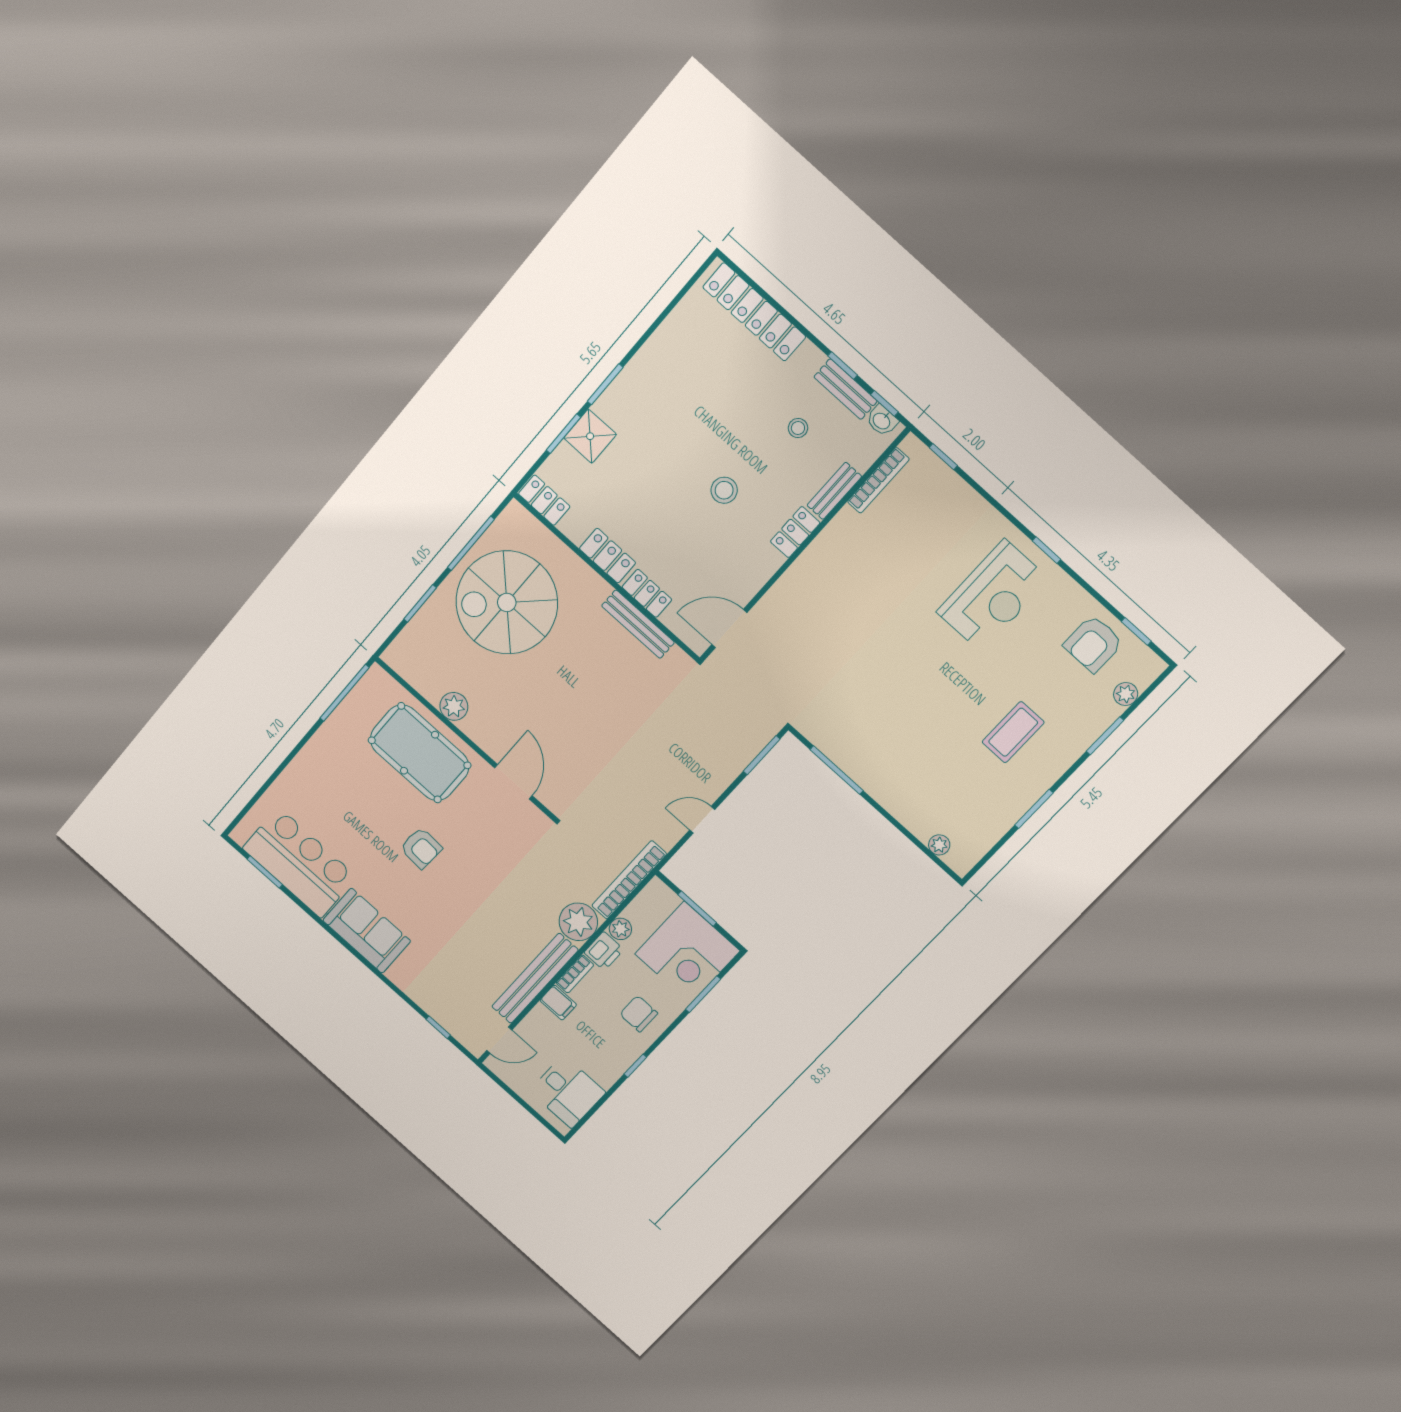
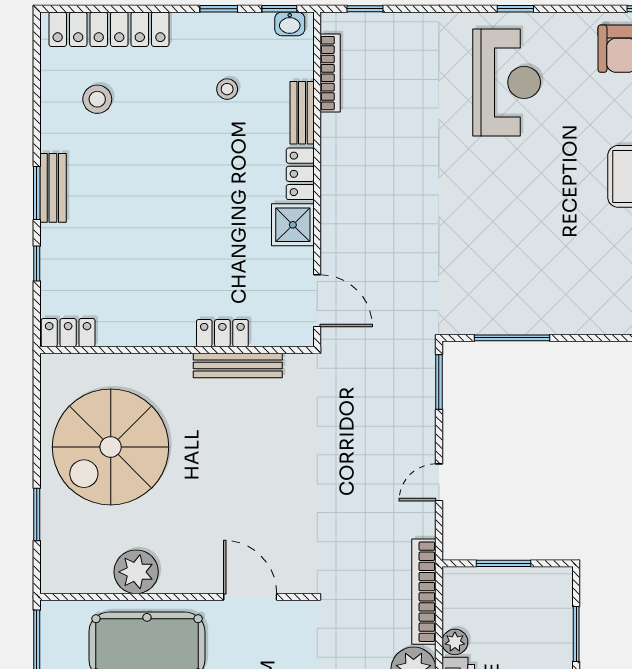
bench: (846, 389) -> (53, 188), moved, turned 90
window: (563, 434) -> (37, 264), width x0.67
shower: (590, 436) -> (293, 225), moved
stool: (724, 490) -> (97, 99), moved
window: (471, 543) -> (37, 424), removed
locker: (607, 556) -> (162, 331), removed
door: (729, 629) -> (317, 301), swing flipped
plant: (454, 706) -> (136, 572), width x1.36, depth x1.36
corner desk: (687, 952) -> (530, 610), removed

